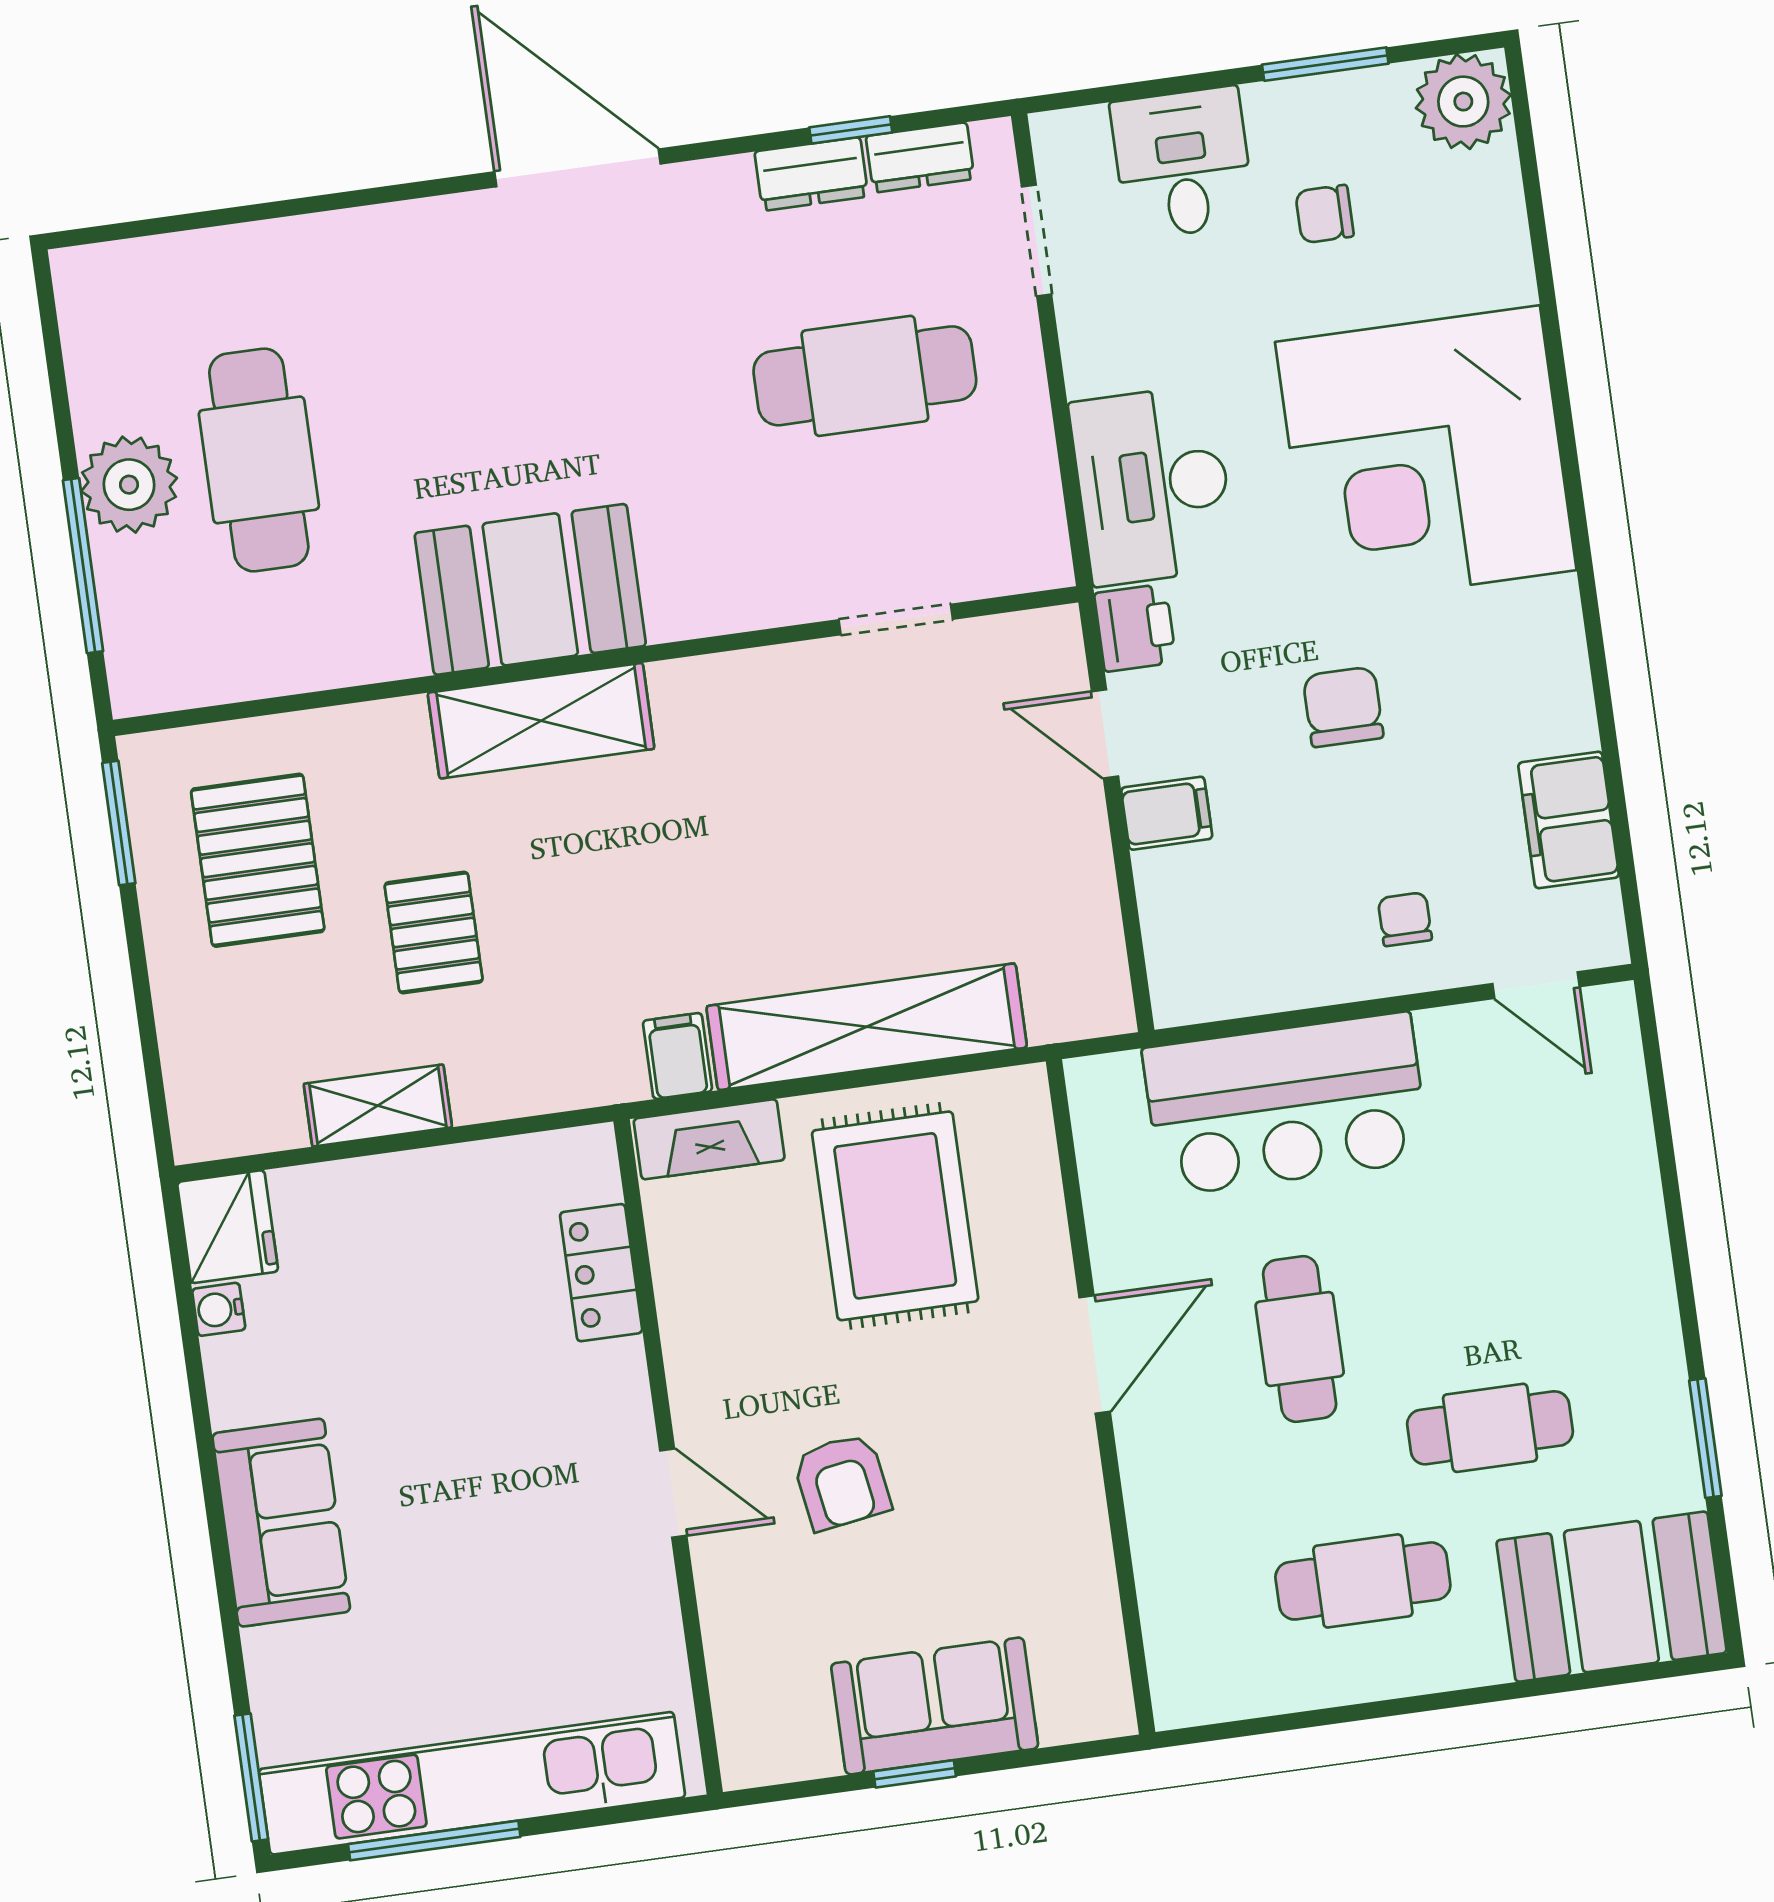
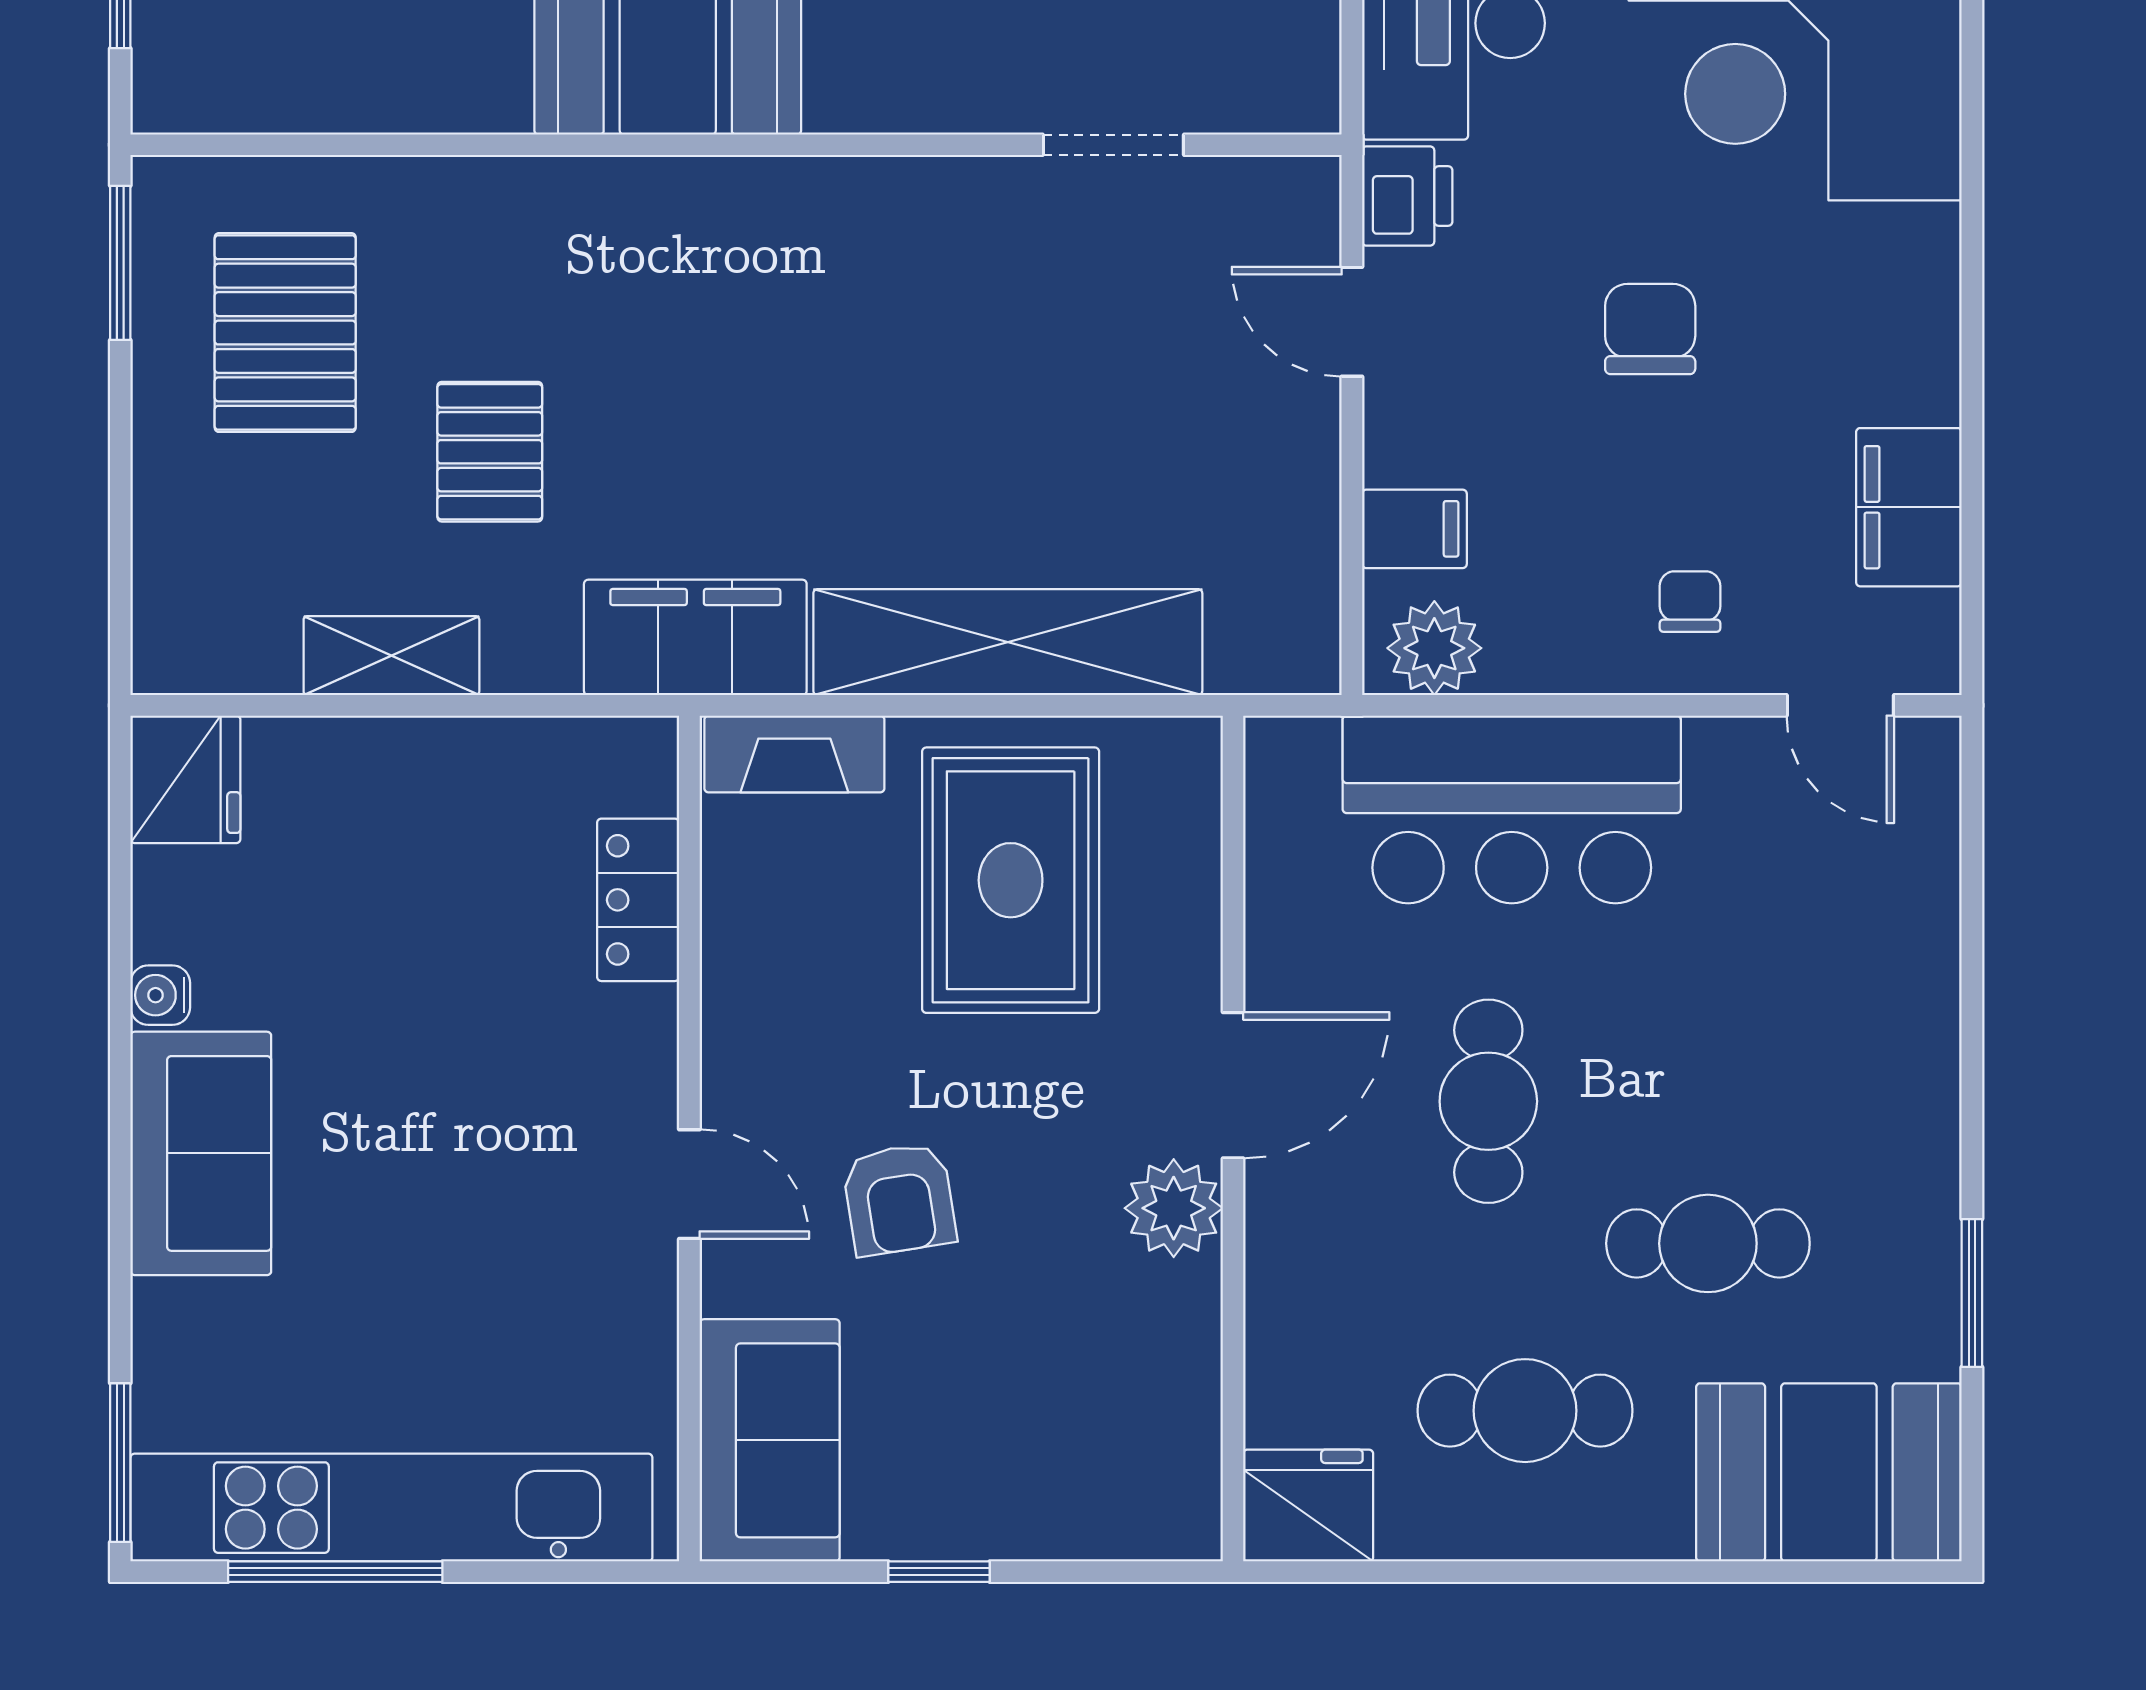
shelving: (541, 721) -> (659, 209), removed
filing cabinet: (1167, 813) -> (1414, 529), moved
plant: (1207, 984) -> (1434, 648), added
filing cabinet: (677, 1056) -> (695, 637), width x3.00, depth x1.17
water cooler: (219, 1309) -> (160, 995), moved
plant: (1061, 1459) -> (1174, 1208), added
fridge: (1201, 1680) -> (1308, 1506), added
sofa: (935, 1706) -> (770, 1440), moved, turned 90

